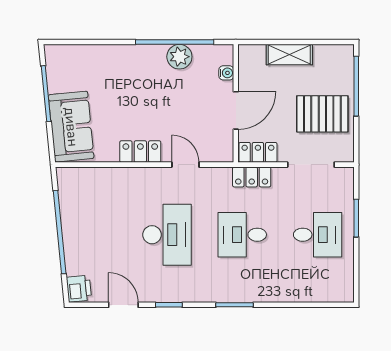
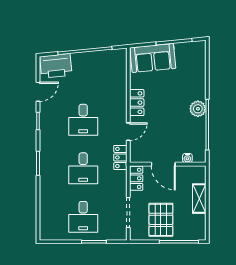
plant: (179, 57) -> (198, 109), moved
locker: (252, 177) -> (120, 157), moved
desk: (167, 235) -> (83, 120), width x0.73
desk: (242, 235) -> (83, 168), turned 180
printer: (79, 289) -> (56, 66), width x1.87, depth x1.48

